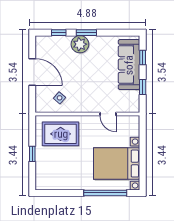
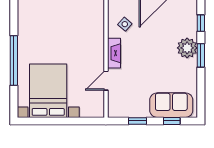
sofa: (129, 65) -> (171, 105), width x0.73
fireplace: (84, 107) -> (114, 53), added
rug: (61, 134) -> (83, 25), removed
window: (105, 193) -> (14, 61), moved

